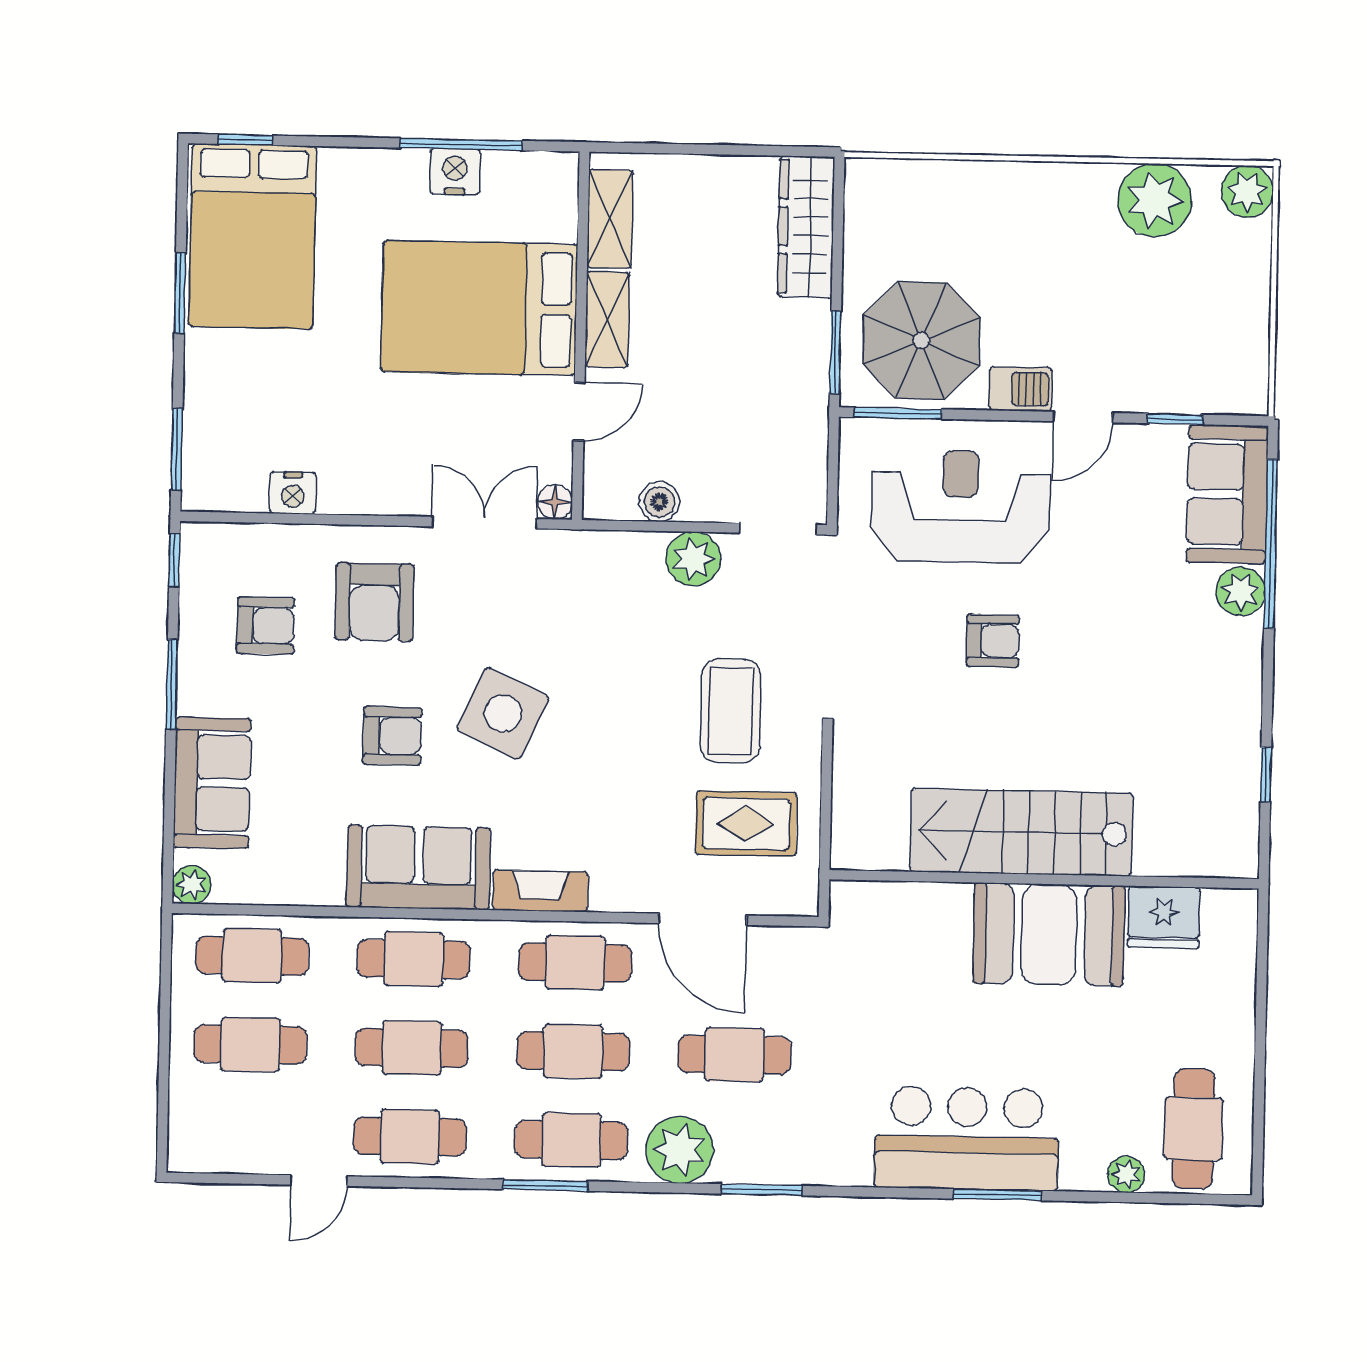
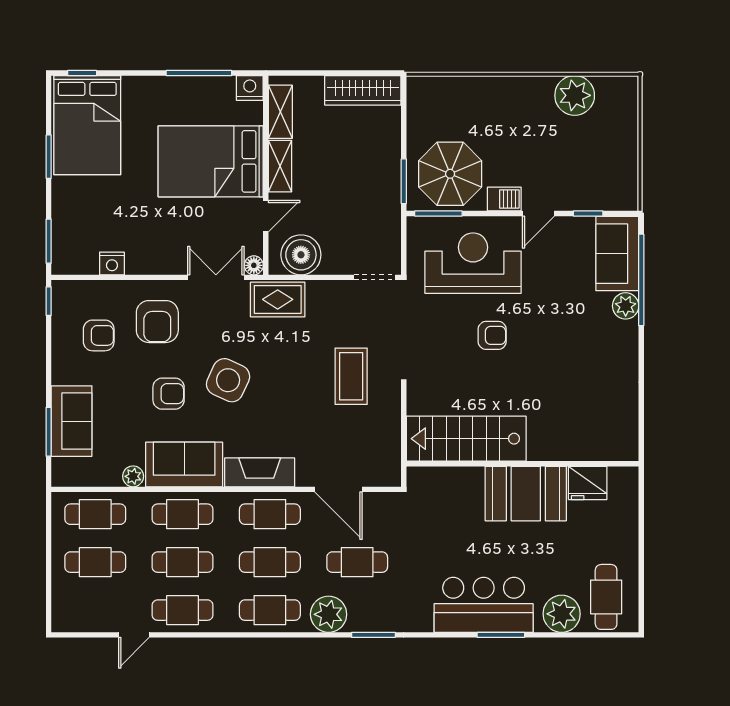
nightstand: (455, 172) -> (250, 88), moved
plant: (1247, 191) -> (625, 90), removed
wardrobe: (806, 227) -> (363, 90), moved, turned -90
boiler: (659, 502) -> (301, 255), width x1.86, depth x1.86
plant: (693, 559) -> (329, 295), removed
window: (172, 684) -> (49, 432), moved
window: (1266, 775) -> (641, 405), removed
rug: (746, 824) -> (278, 299), moved
stairs: (1021, 832) -> (466, 439), moved
plant: (192, 885) -> (133, 476), moved
fireplace: (540, 891) -> (260, 472), width x1.37, depth x1.32
plant: (1126, 1174) -> (562, 614), width x1.88, depth x1.88
window: (545, 1185) -> (256, 635), removed

